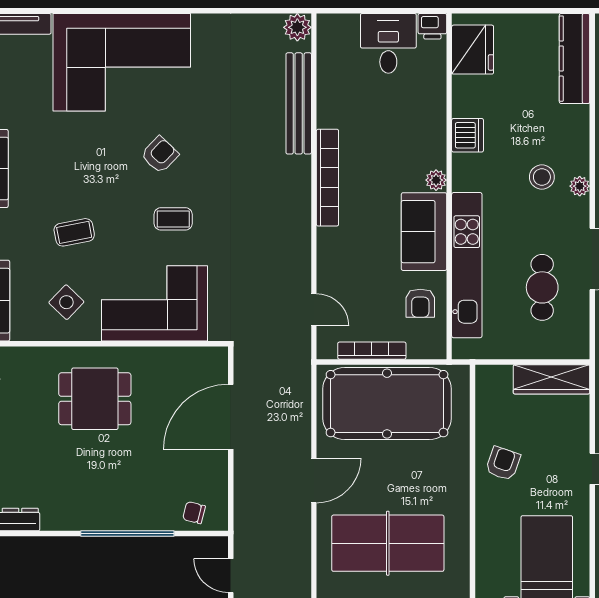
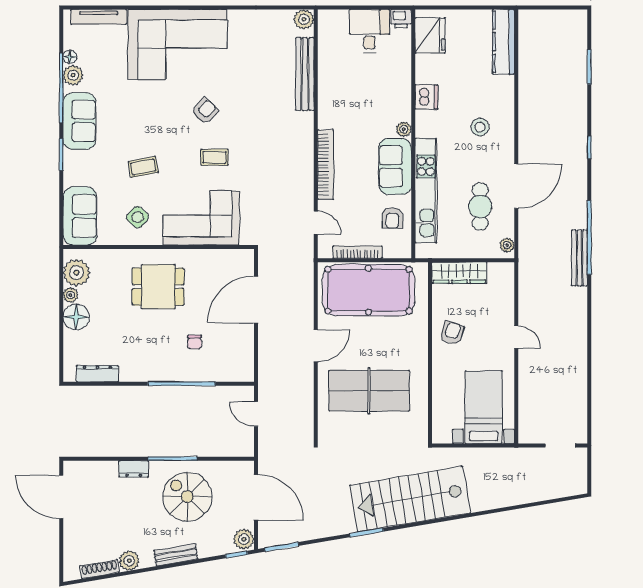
bookcase: (327, 178) -> (326, 165), moved
plant: (580, 186) -> (507, 245), moved
wardrobe: (551, 379) -> (459, 273), moved
chair: (194, 513) -> (195, 342), moved, turned -104

